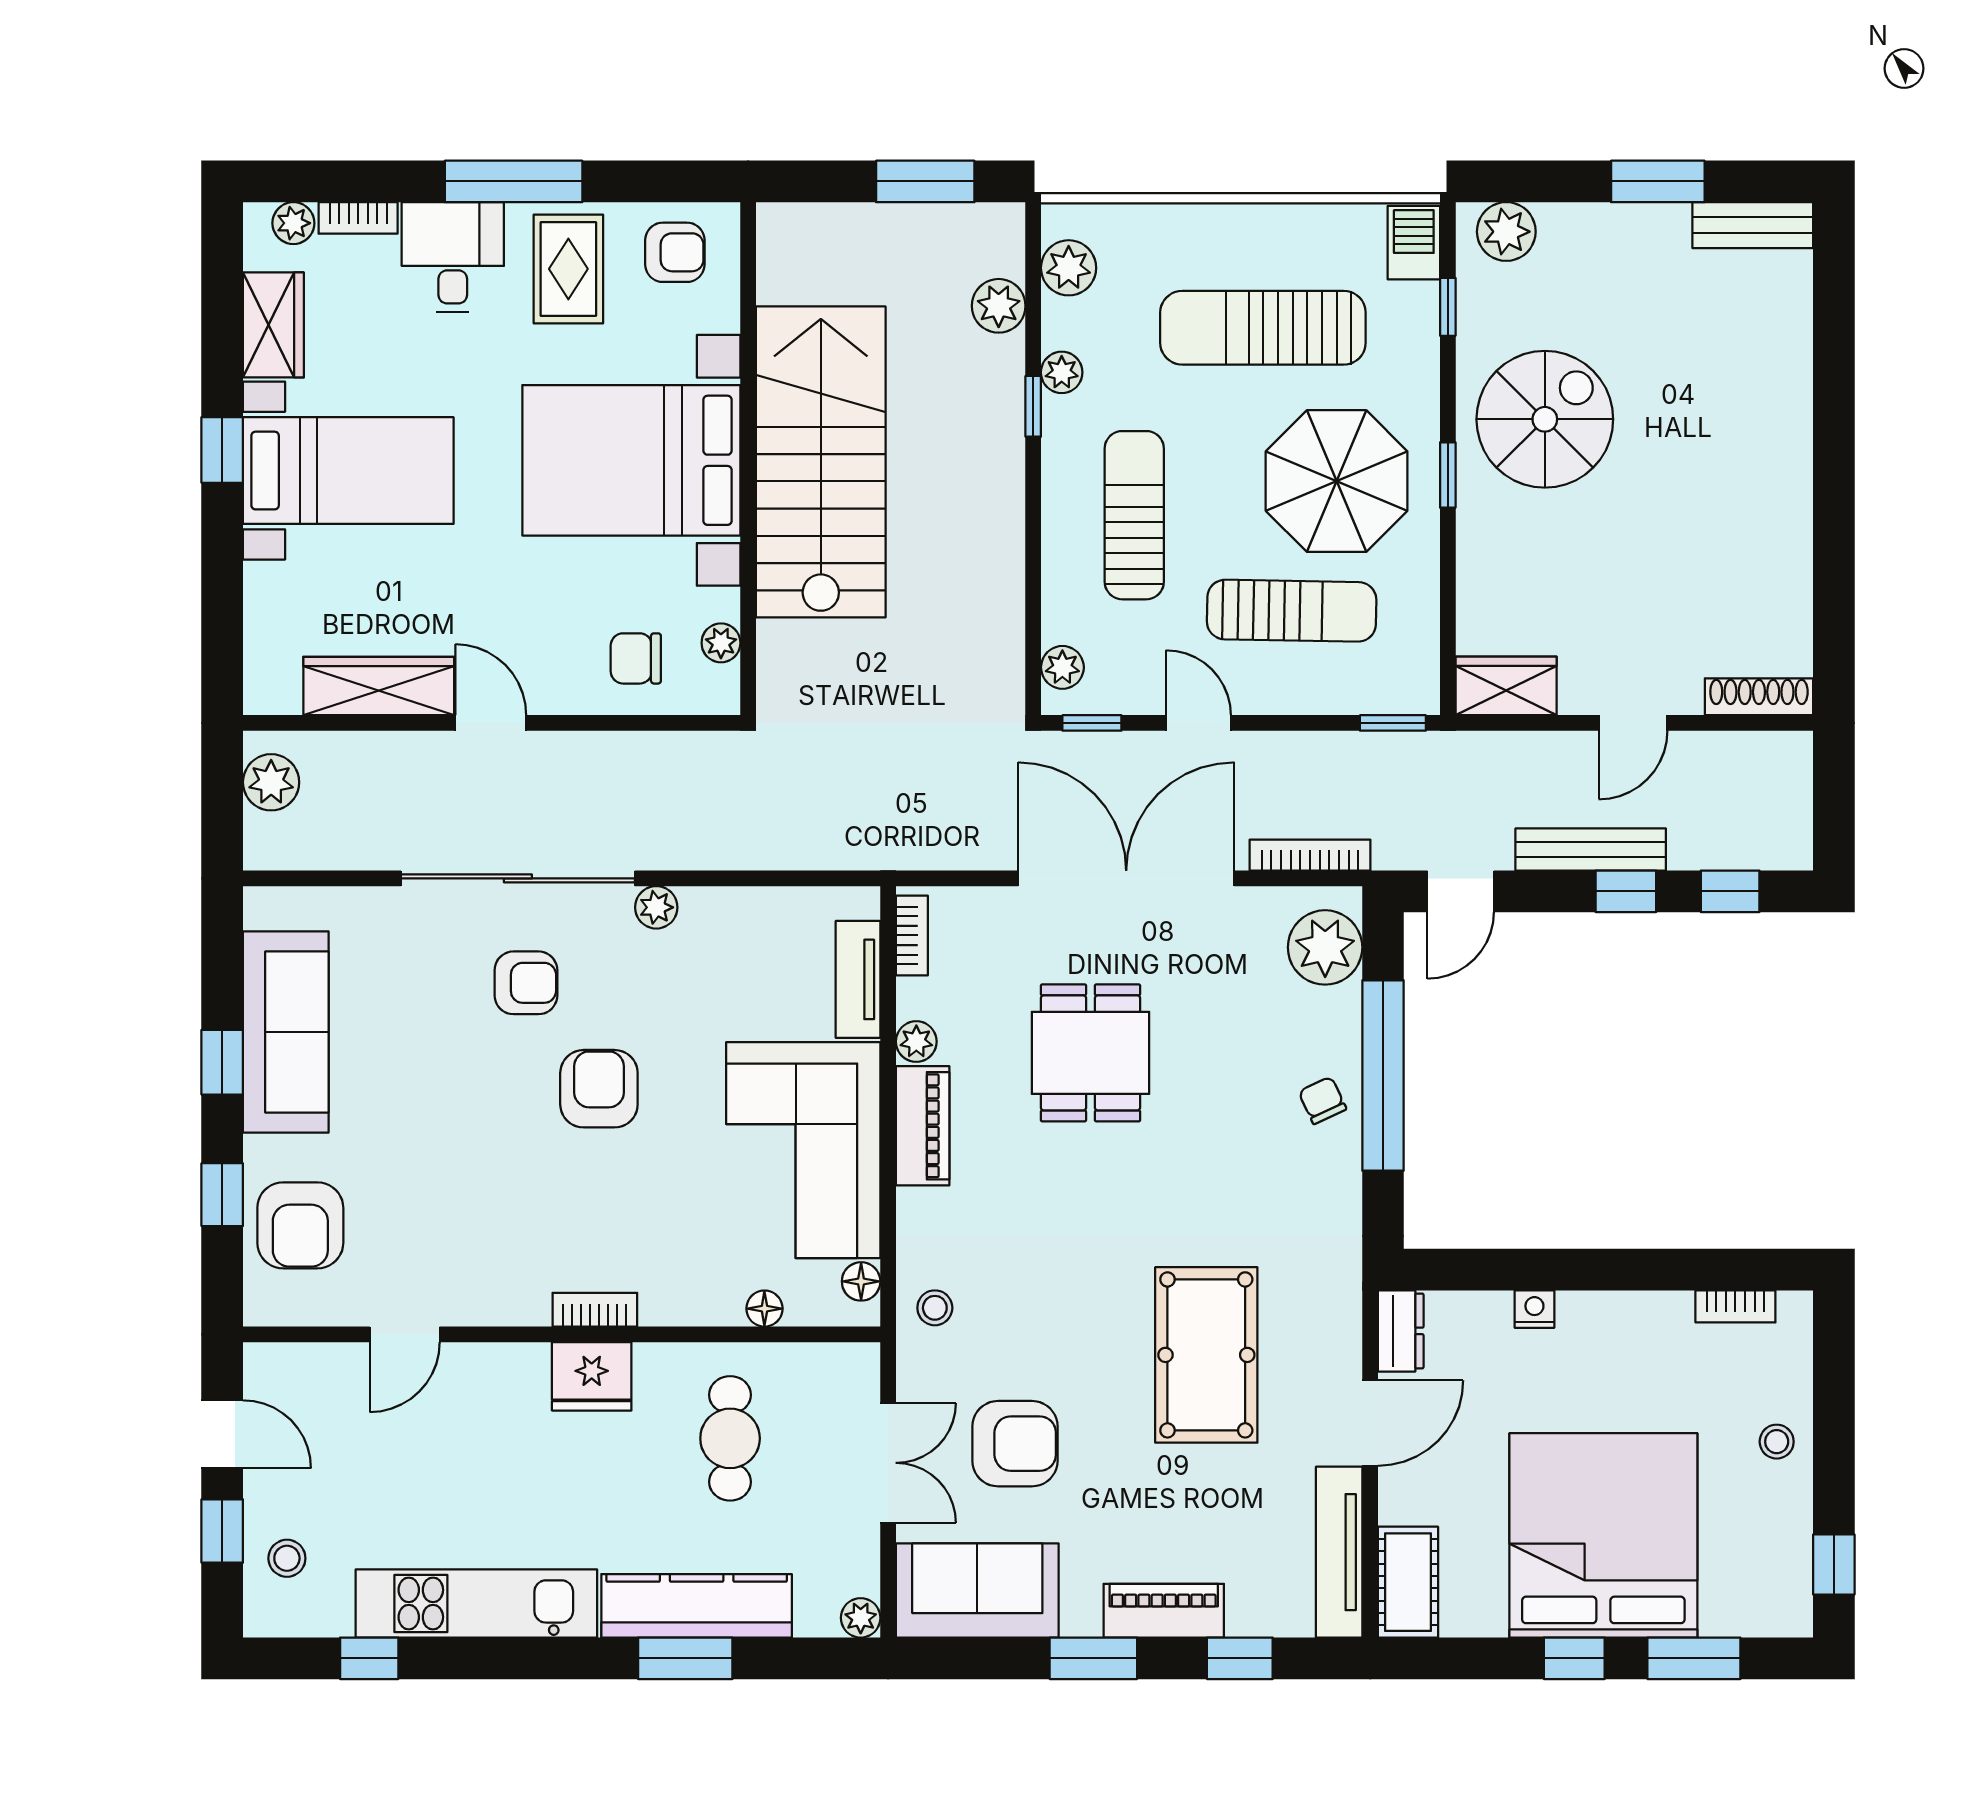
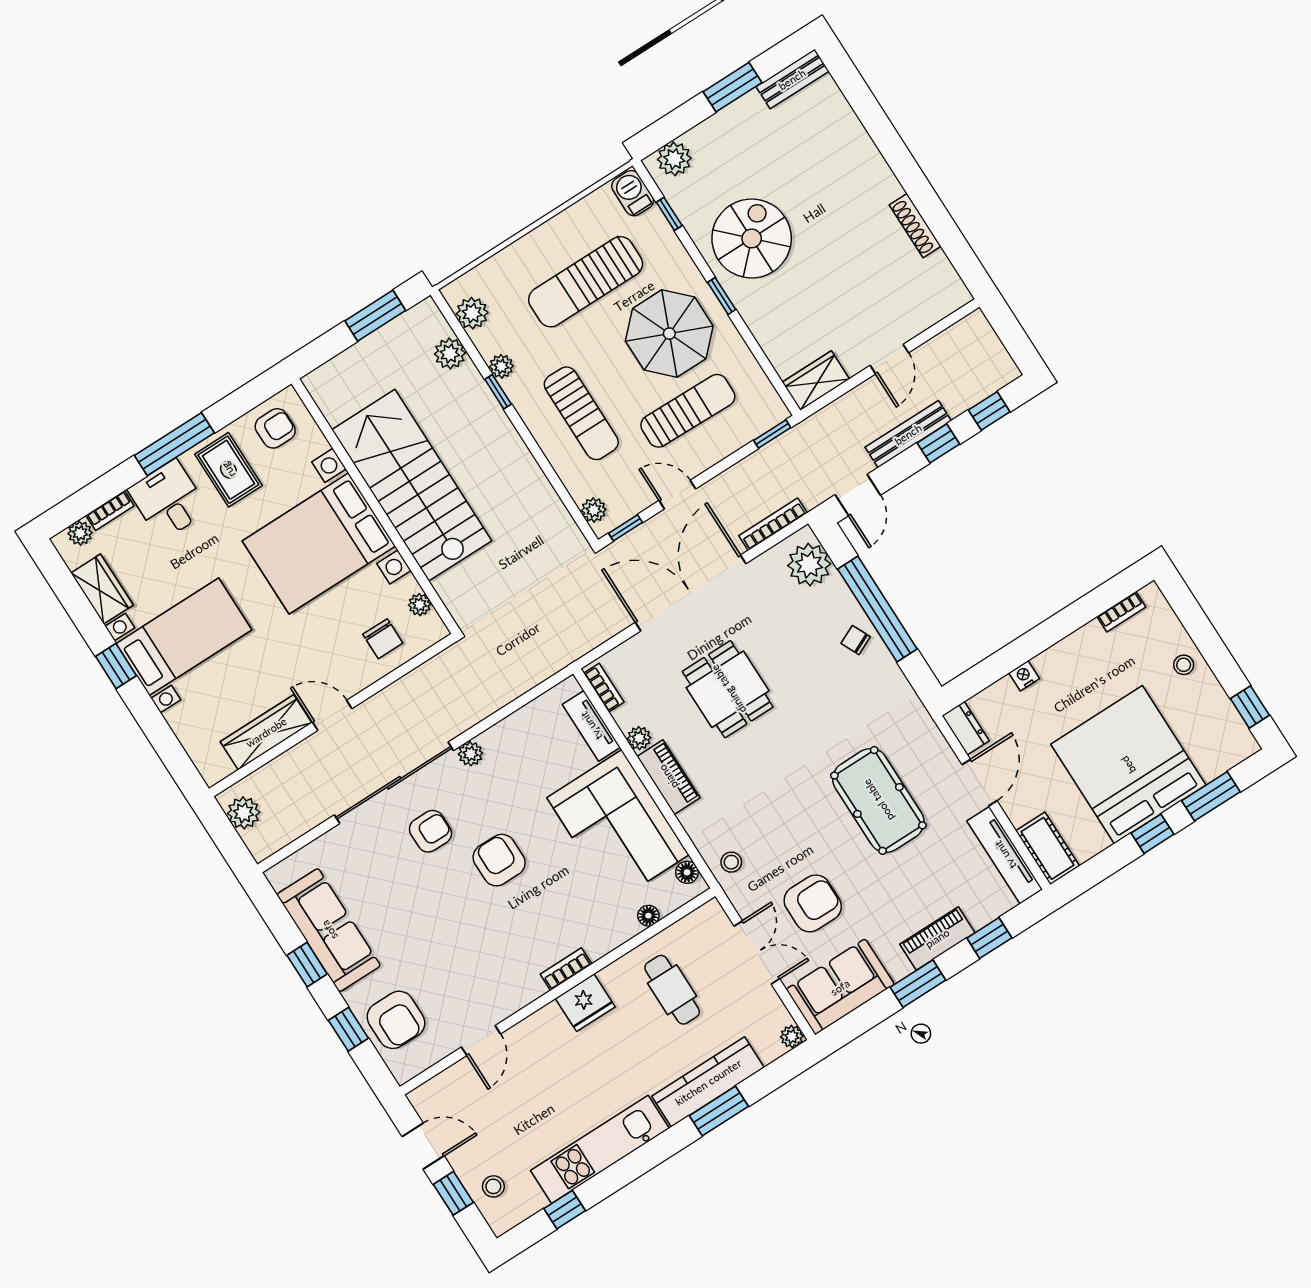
sun lounger: (1134, 515) -> (581, 413), turned 180
chair: (636, 658) -> (383, 639), turned -90
shoe rack: (1759, 697) -> (915, 226), moved, turned -90

